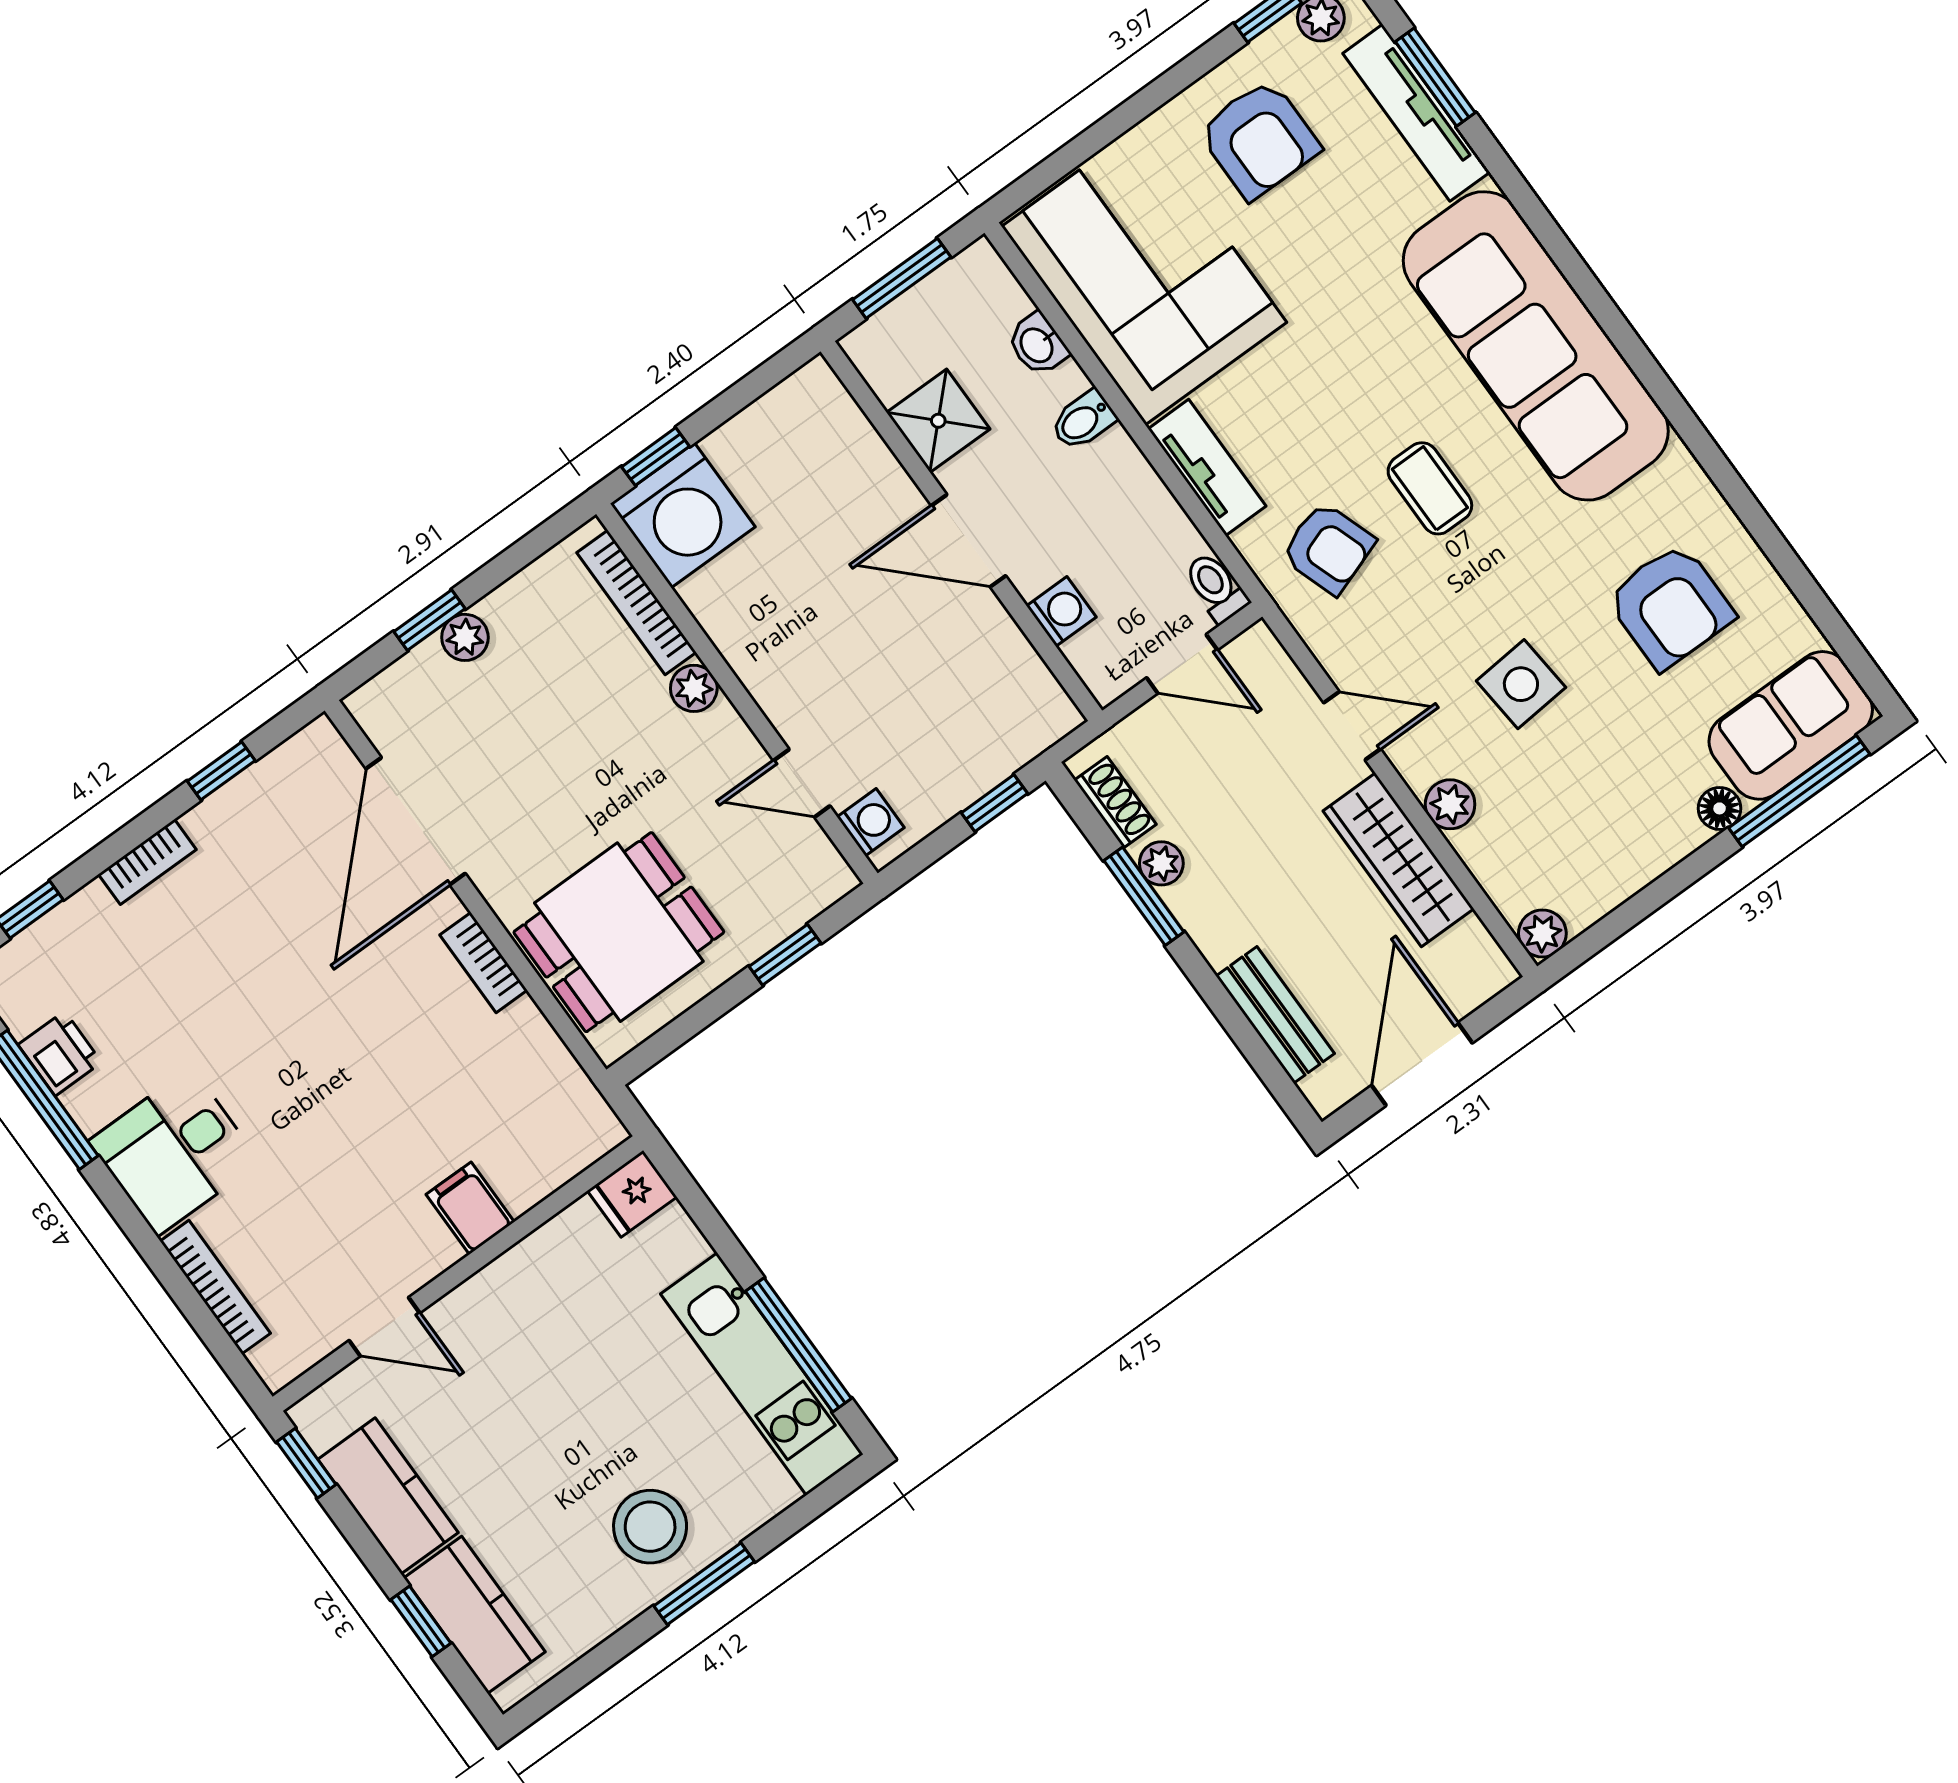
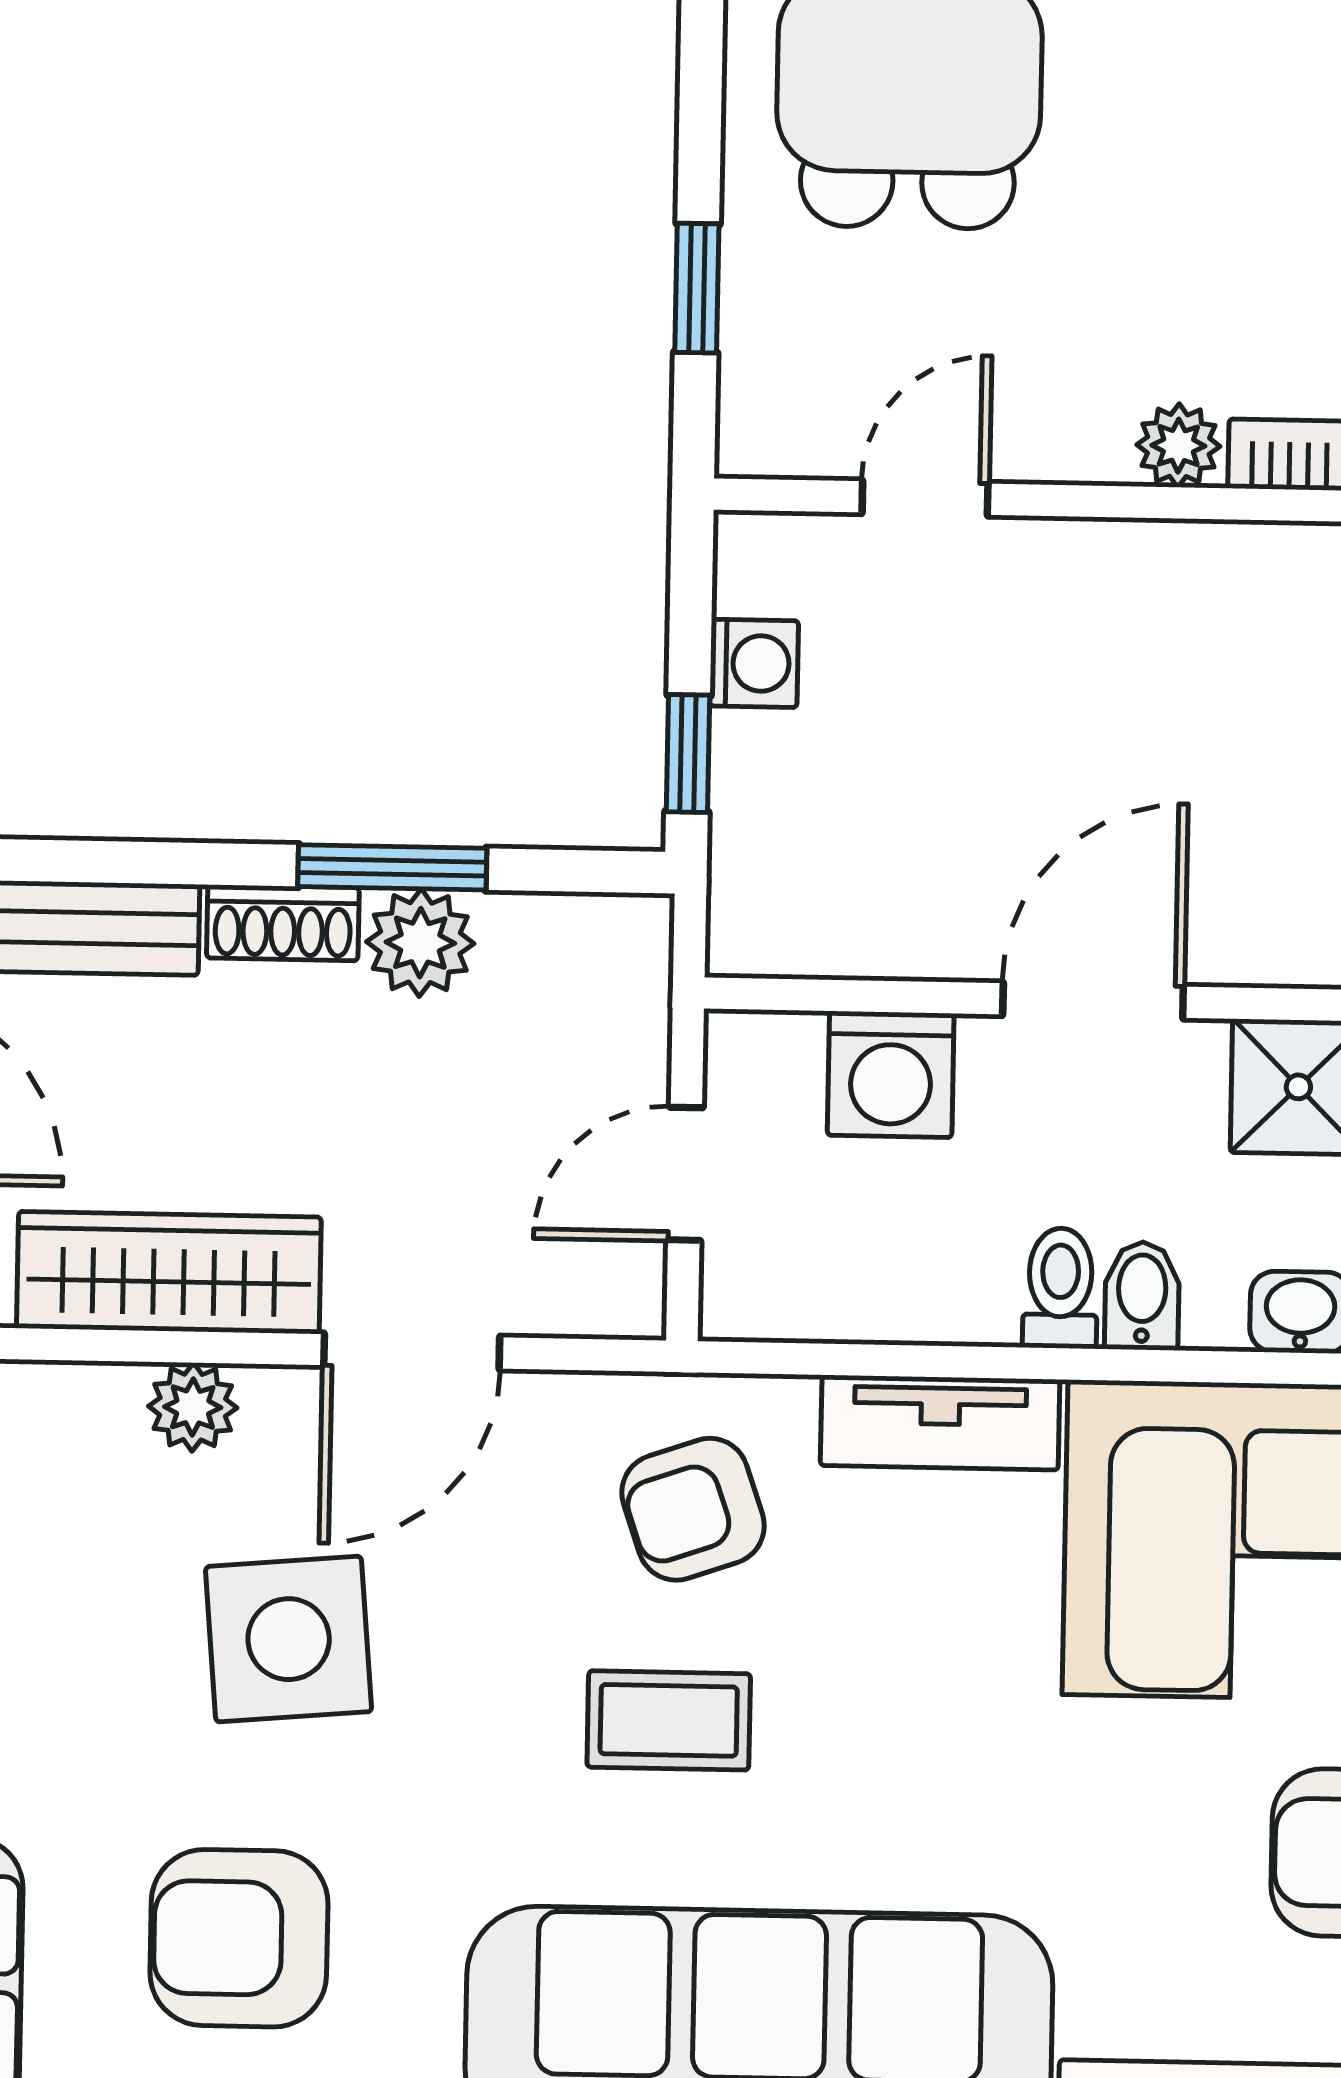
toilet: (1216, 587) -> (1060, 1288), moved, turned -90
washing machine: (1061, 611) -> (891, 1074), width x1.38, depth x1.38
side table: (1521, 684) -> (289, 1639), width x1.37, depth x1.37
door: (1352, 726) -> (412, 1351), width x1.38
shoe rack: (1115, 802) -> (283, 923), moved
washing machine: (871, 822) -> (754, 663), moved, turned -90
plant: (1161, 863) -> (420, 943), width x1.38, depth x1.38

